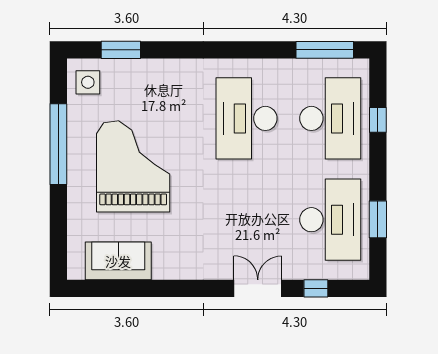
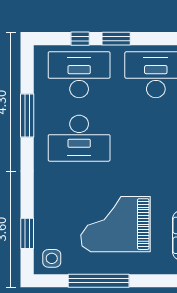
window: (325, 50) -> (27, 115), moved
window: (378, 219) -> (116, 39), moved

